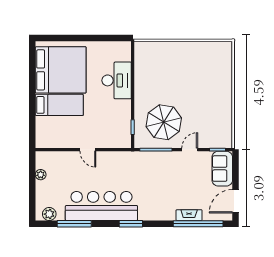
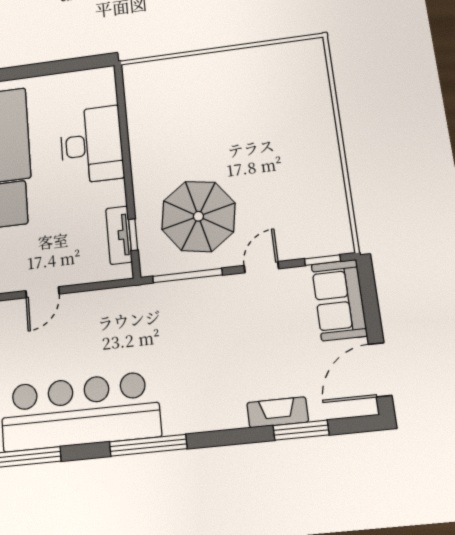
tv unit: (126, 127) -> (119, 235), added
door: (88, 150) -> (42, 292), hinge flipped
window: (131, 224) -> (148, 445), width x1.44
window: (198, 224) -> (301, 430), width x0.47

